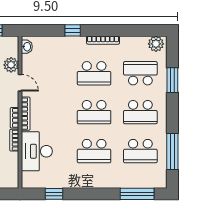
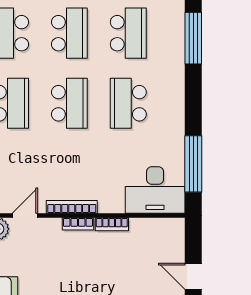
desk: (37, 151) -> (155, 190), moved
school desk: (94, 151) -> (128, 103), turned 180
window: (54, 194) -> (193, 164), width x2.17

